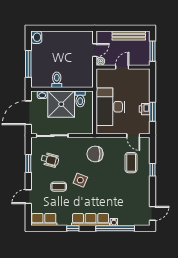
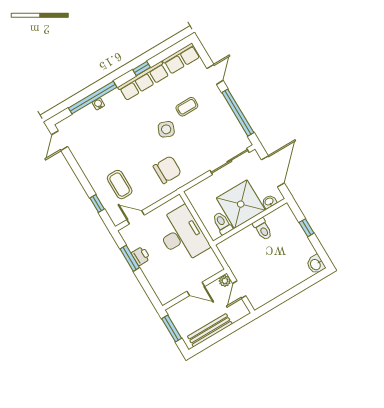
window: (28, 64) -> (307, 228), width x0.46
door: (122, 67) -> (196, 289), hinge flipped
wheelchair: (50, 160) -> (215, 132), removed
window: (28, 164) -> (238, 113), width x2.11
window: (153, 170) -> (97, 204), moved
row of seats: (91, 220) -> (143, 81), moved

